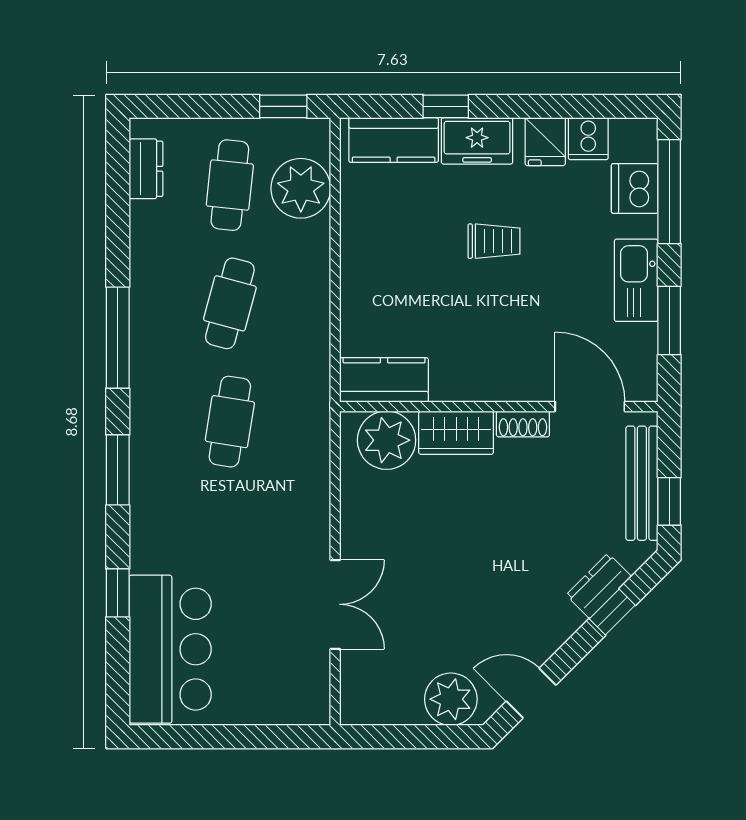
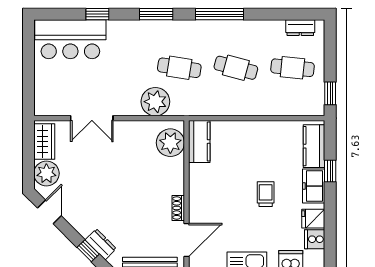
plant: (301, 188) -> (155, 102), moved
trolley: (494, 241) -> (266, 194), turned 180
wardrobe: (456, 433) -> (44, 142), moved, turned 180

